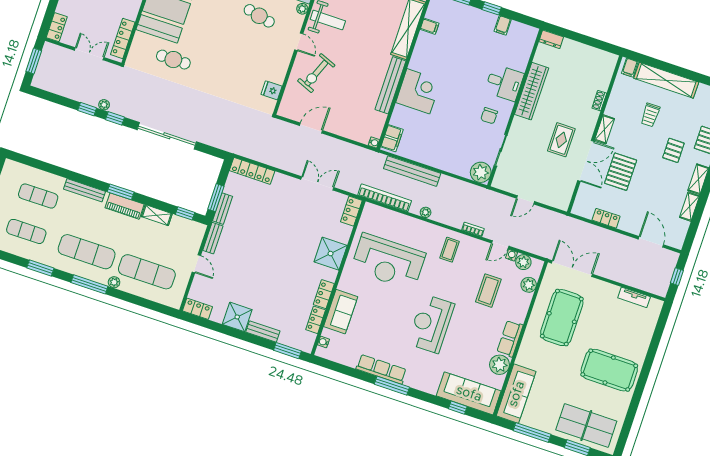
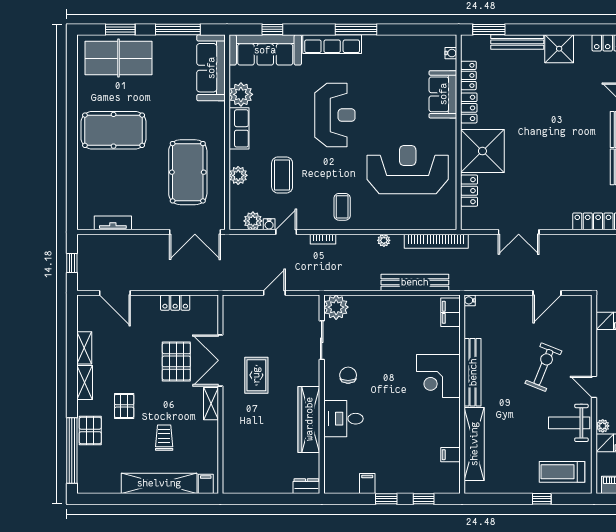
exercise bike: (316, 73) -> (543, 367), moved
shoe rack: (599, 101) -> (228, 434), removed
locker: (351, 211) -> (469, 191), moved
shower: (331, 254) -> (482, 151), width x1.37, depth x1.37
plant: (529, 285) -> (238, 175), moved
bench: (263, 331) -> (517, 42), width x1.36
row of seats: (381, 369) -> (332, 44), moved

